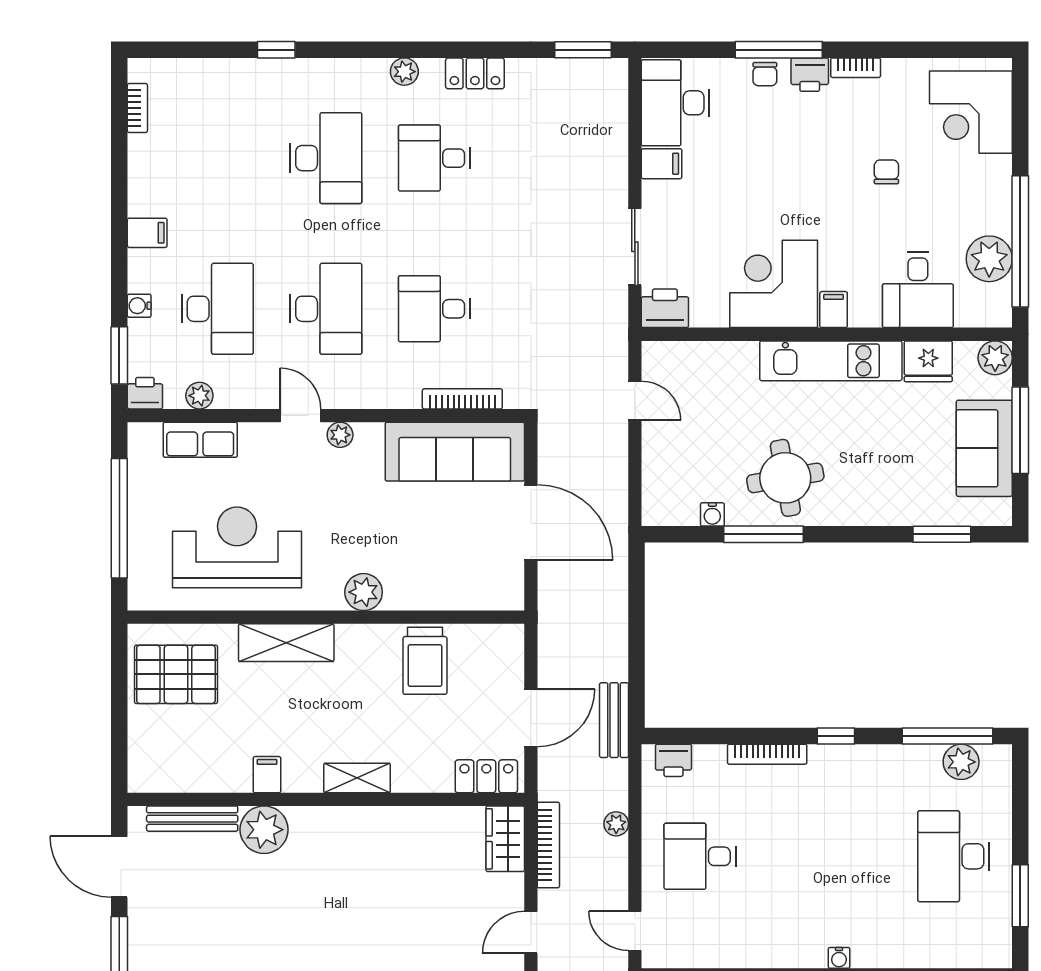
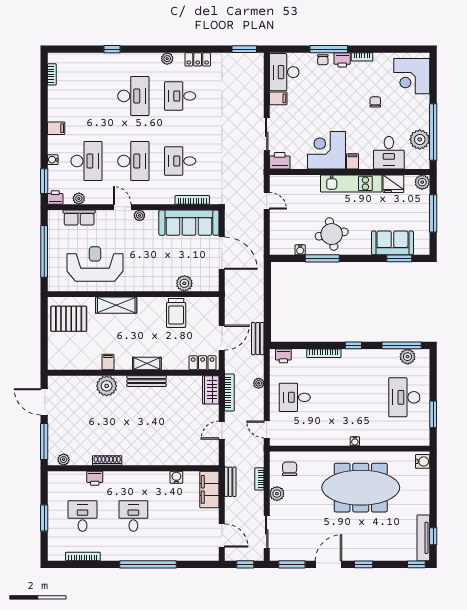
sofa: (984, 448) -> (392, 243), moved, turned 90
plant: (364, 592) -> (184, 283), moved
bench: (192, 819) -> (147, 381), moved

